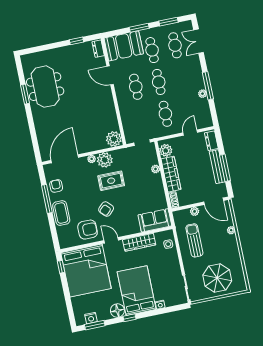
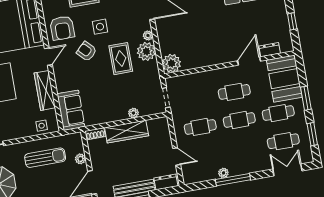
dresser: (98, 49) -> (270, 50), moved
plant: (166, 150) -> (156, 126), removed
side table: (85, 199) -> (100, 27), added

